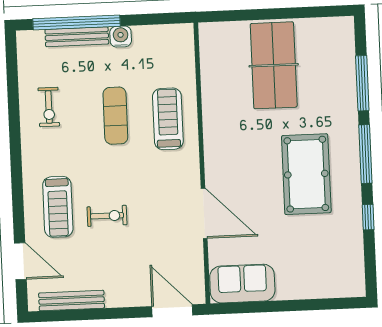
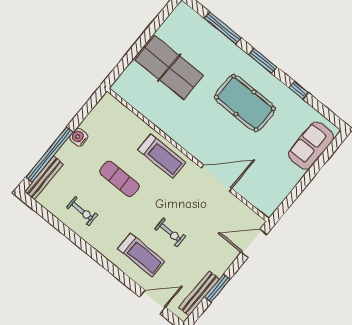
bench: (77, 37) -> (44, 178), moved
treadmill: (168, 119) -> (162, 156), moved, turned 180
window: (365, 154) -> (263, 61), width x0.69
exercise bike: (107, 216) -> (170, 232), turned 90
sofa: (242, 284) -> (311, 146), moved
window: (93, 314) -> (217, 288), added

